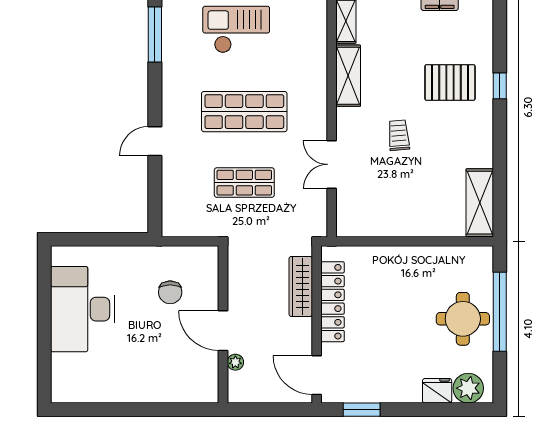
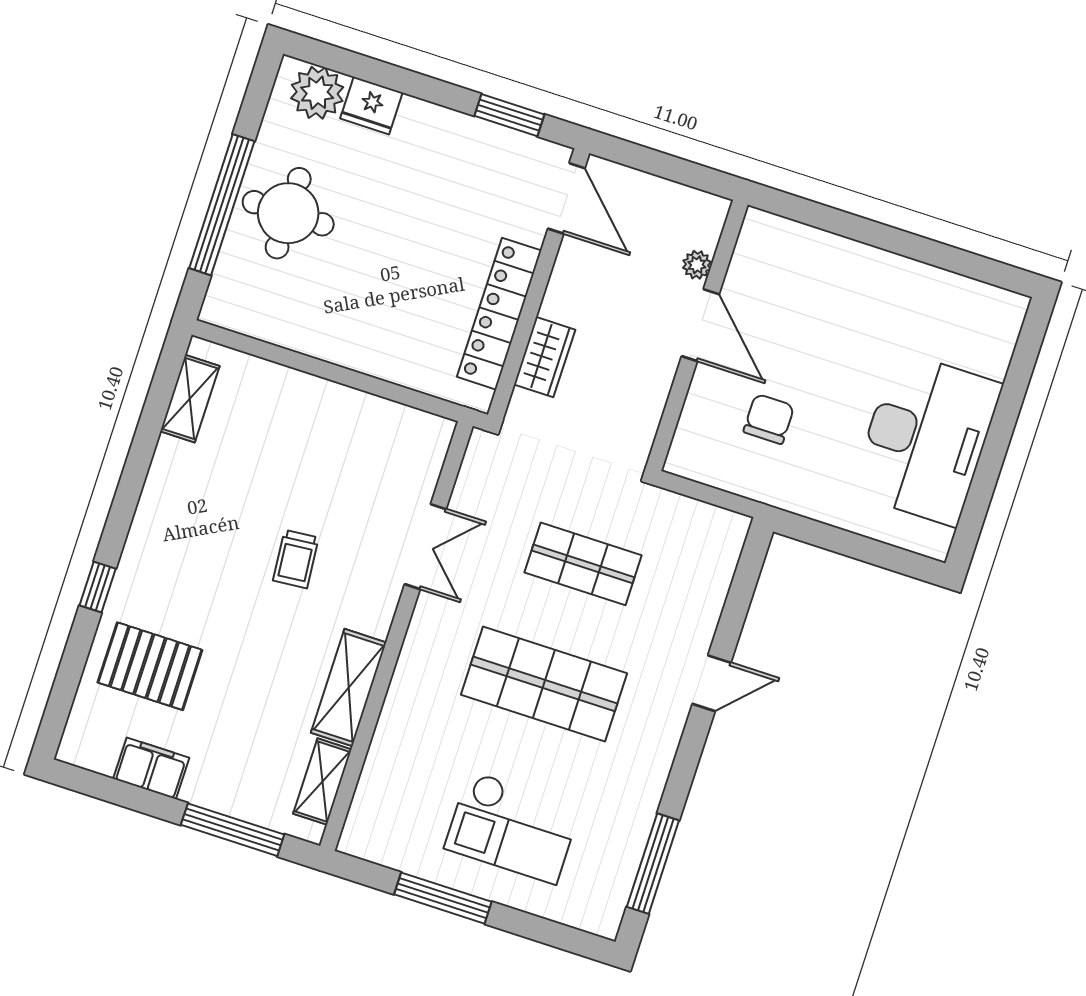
pallet: (450, 83) -> (150, 666), moved
shelving: (480, 203) -> (190, 399), width x0.67, depth x0.75
wardrobe: (301, 286) -> (545, 357), width x0.67

